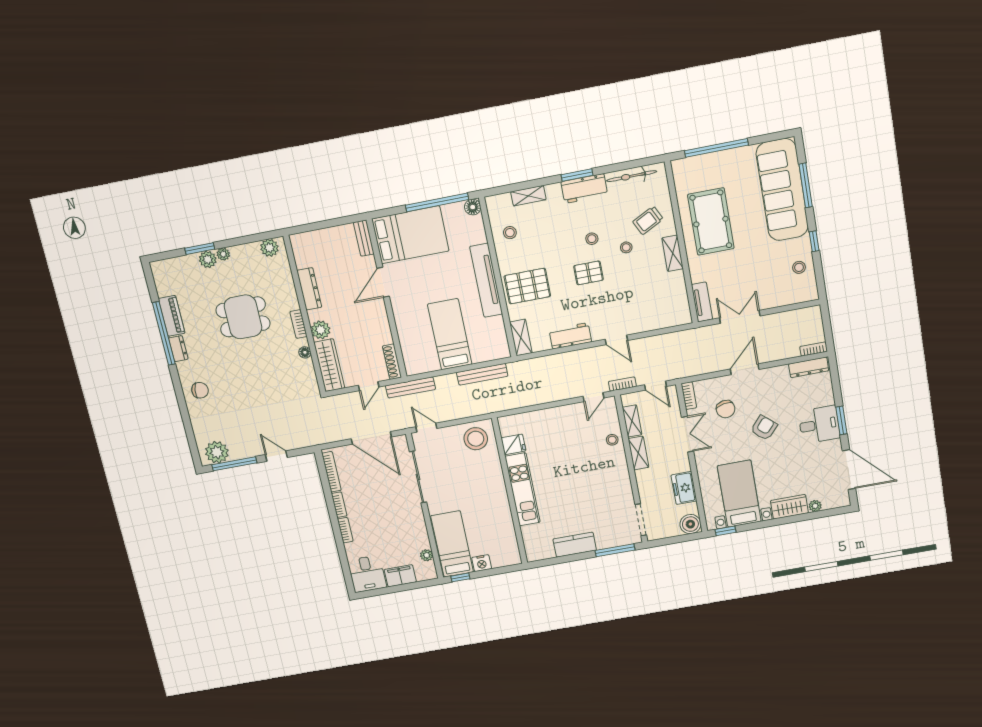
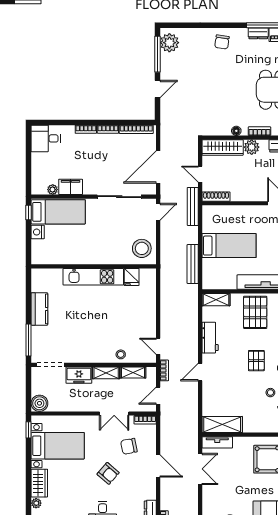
shelving: (673, 253) -> (222, 425), moved, width x1.50, depth x1.33
freezer: (684, 488) -> (79, 375), moved, turned 180
filing cabinet: (400, 576) -> (71, 187), moved, turned -90

